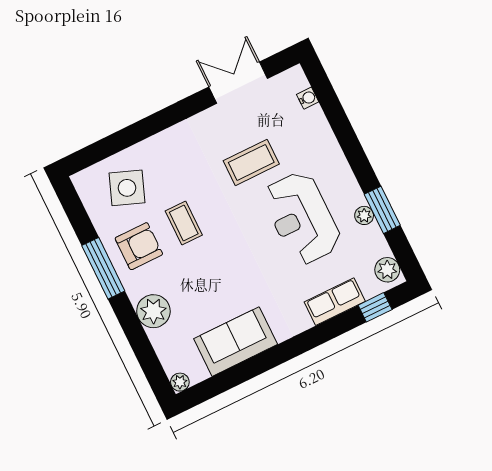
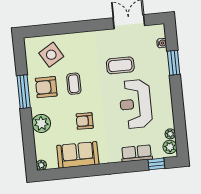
side table: (127, 188) -> (51, 55), turned 38
window: (382, 210) -> (174, 63), moved
plant: (364, 215) -> (170, 134), moved
armchair: (139, 246) -> (46, 87), turned 180
armchair: (226, 280) -> (85, 121), added

